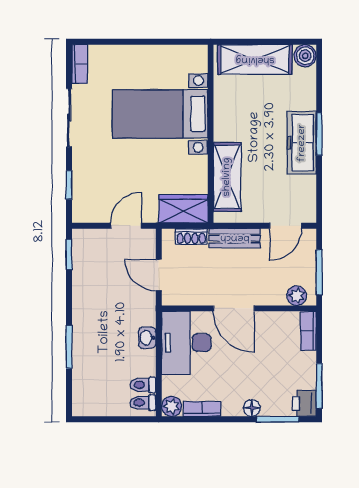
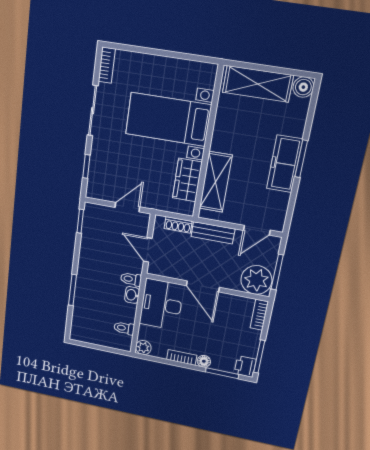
wardrobe: (183, 209) -> (187, 180), moved, turned -90
plant: (297, 296) -> (256, 280), width x1.88, depth x1.88
toilet: (143, 403) -> (131, 279), moved
bookcase: (202, 409) -> (182, 357), moved

